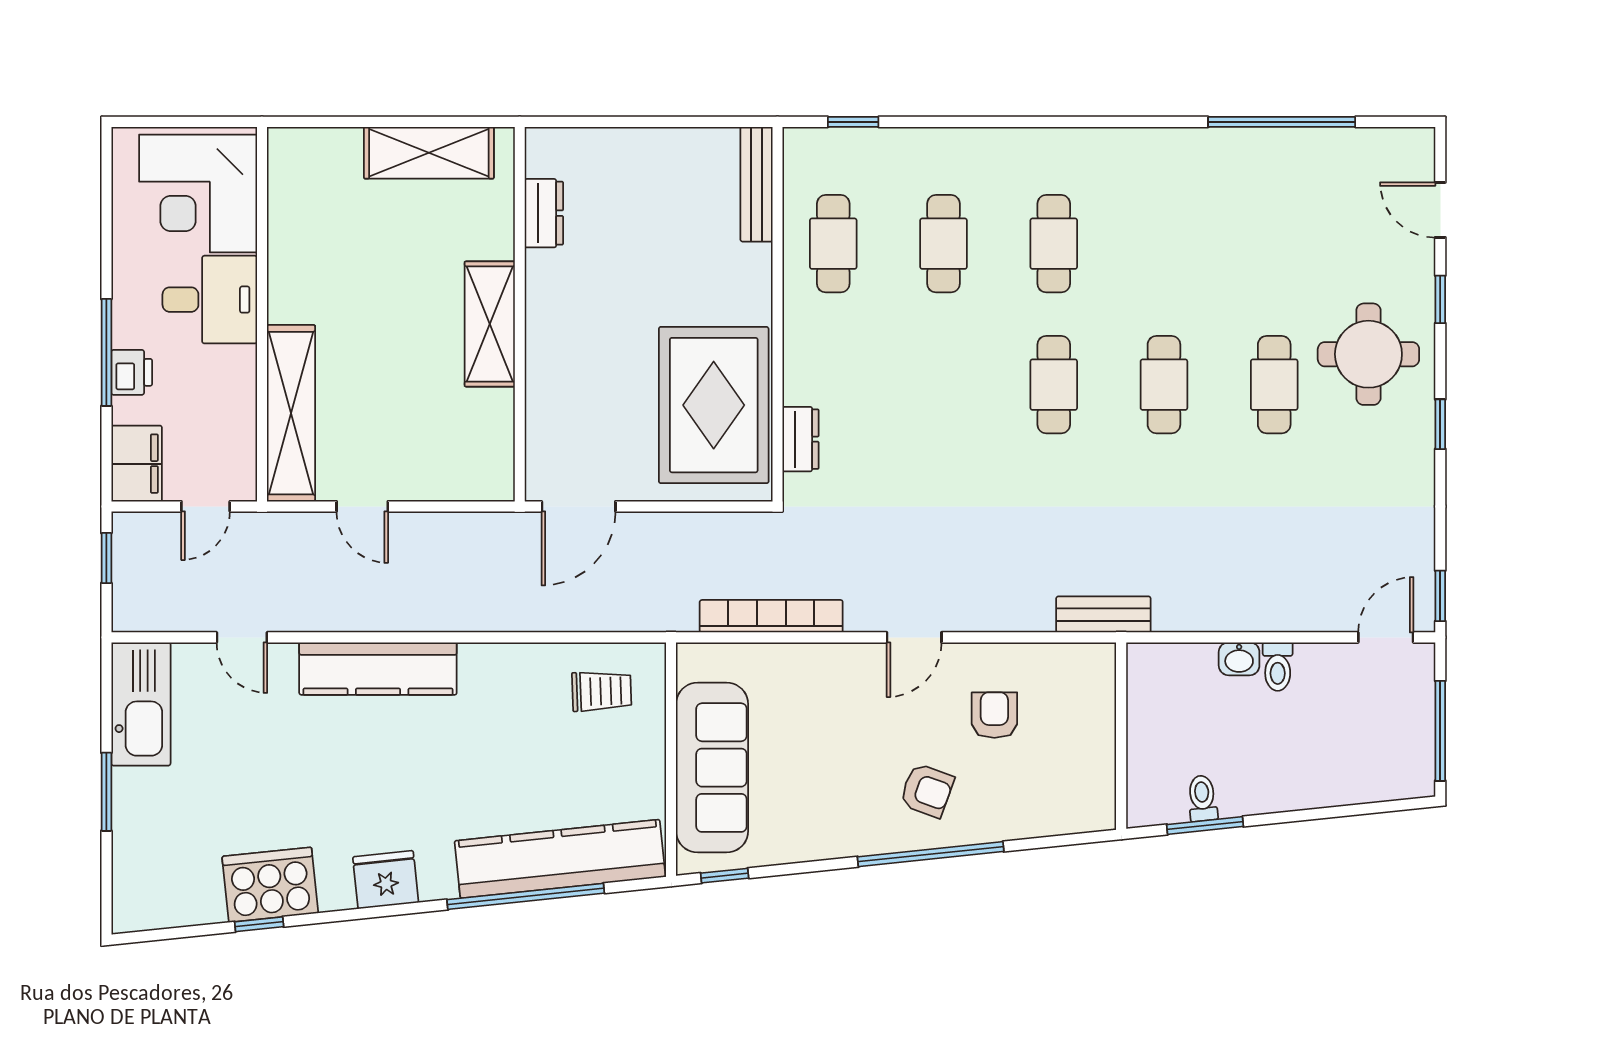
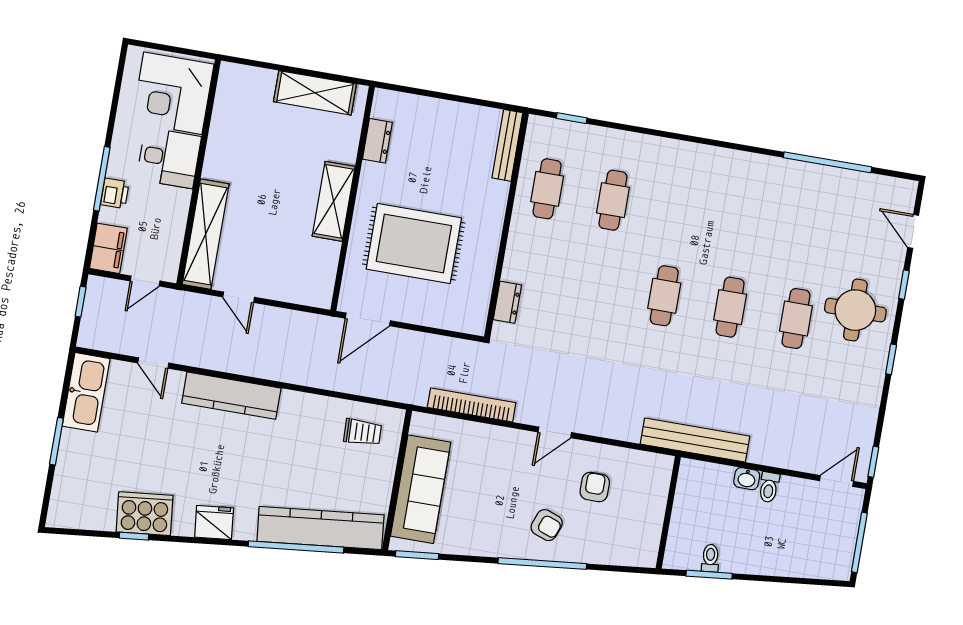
cafe table: (1054, 244) -> (679, 212), removed
rug: (714, 405) -> (414, 244), moved, turned 90
bench: (1103, 614) -> (695, 440), width x1.86, depth x1.21
window: (725, 876) -> (417, 555), width x1.50

